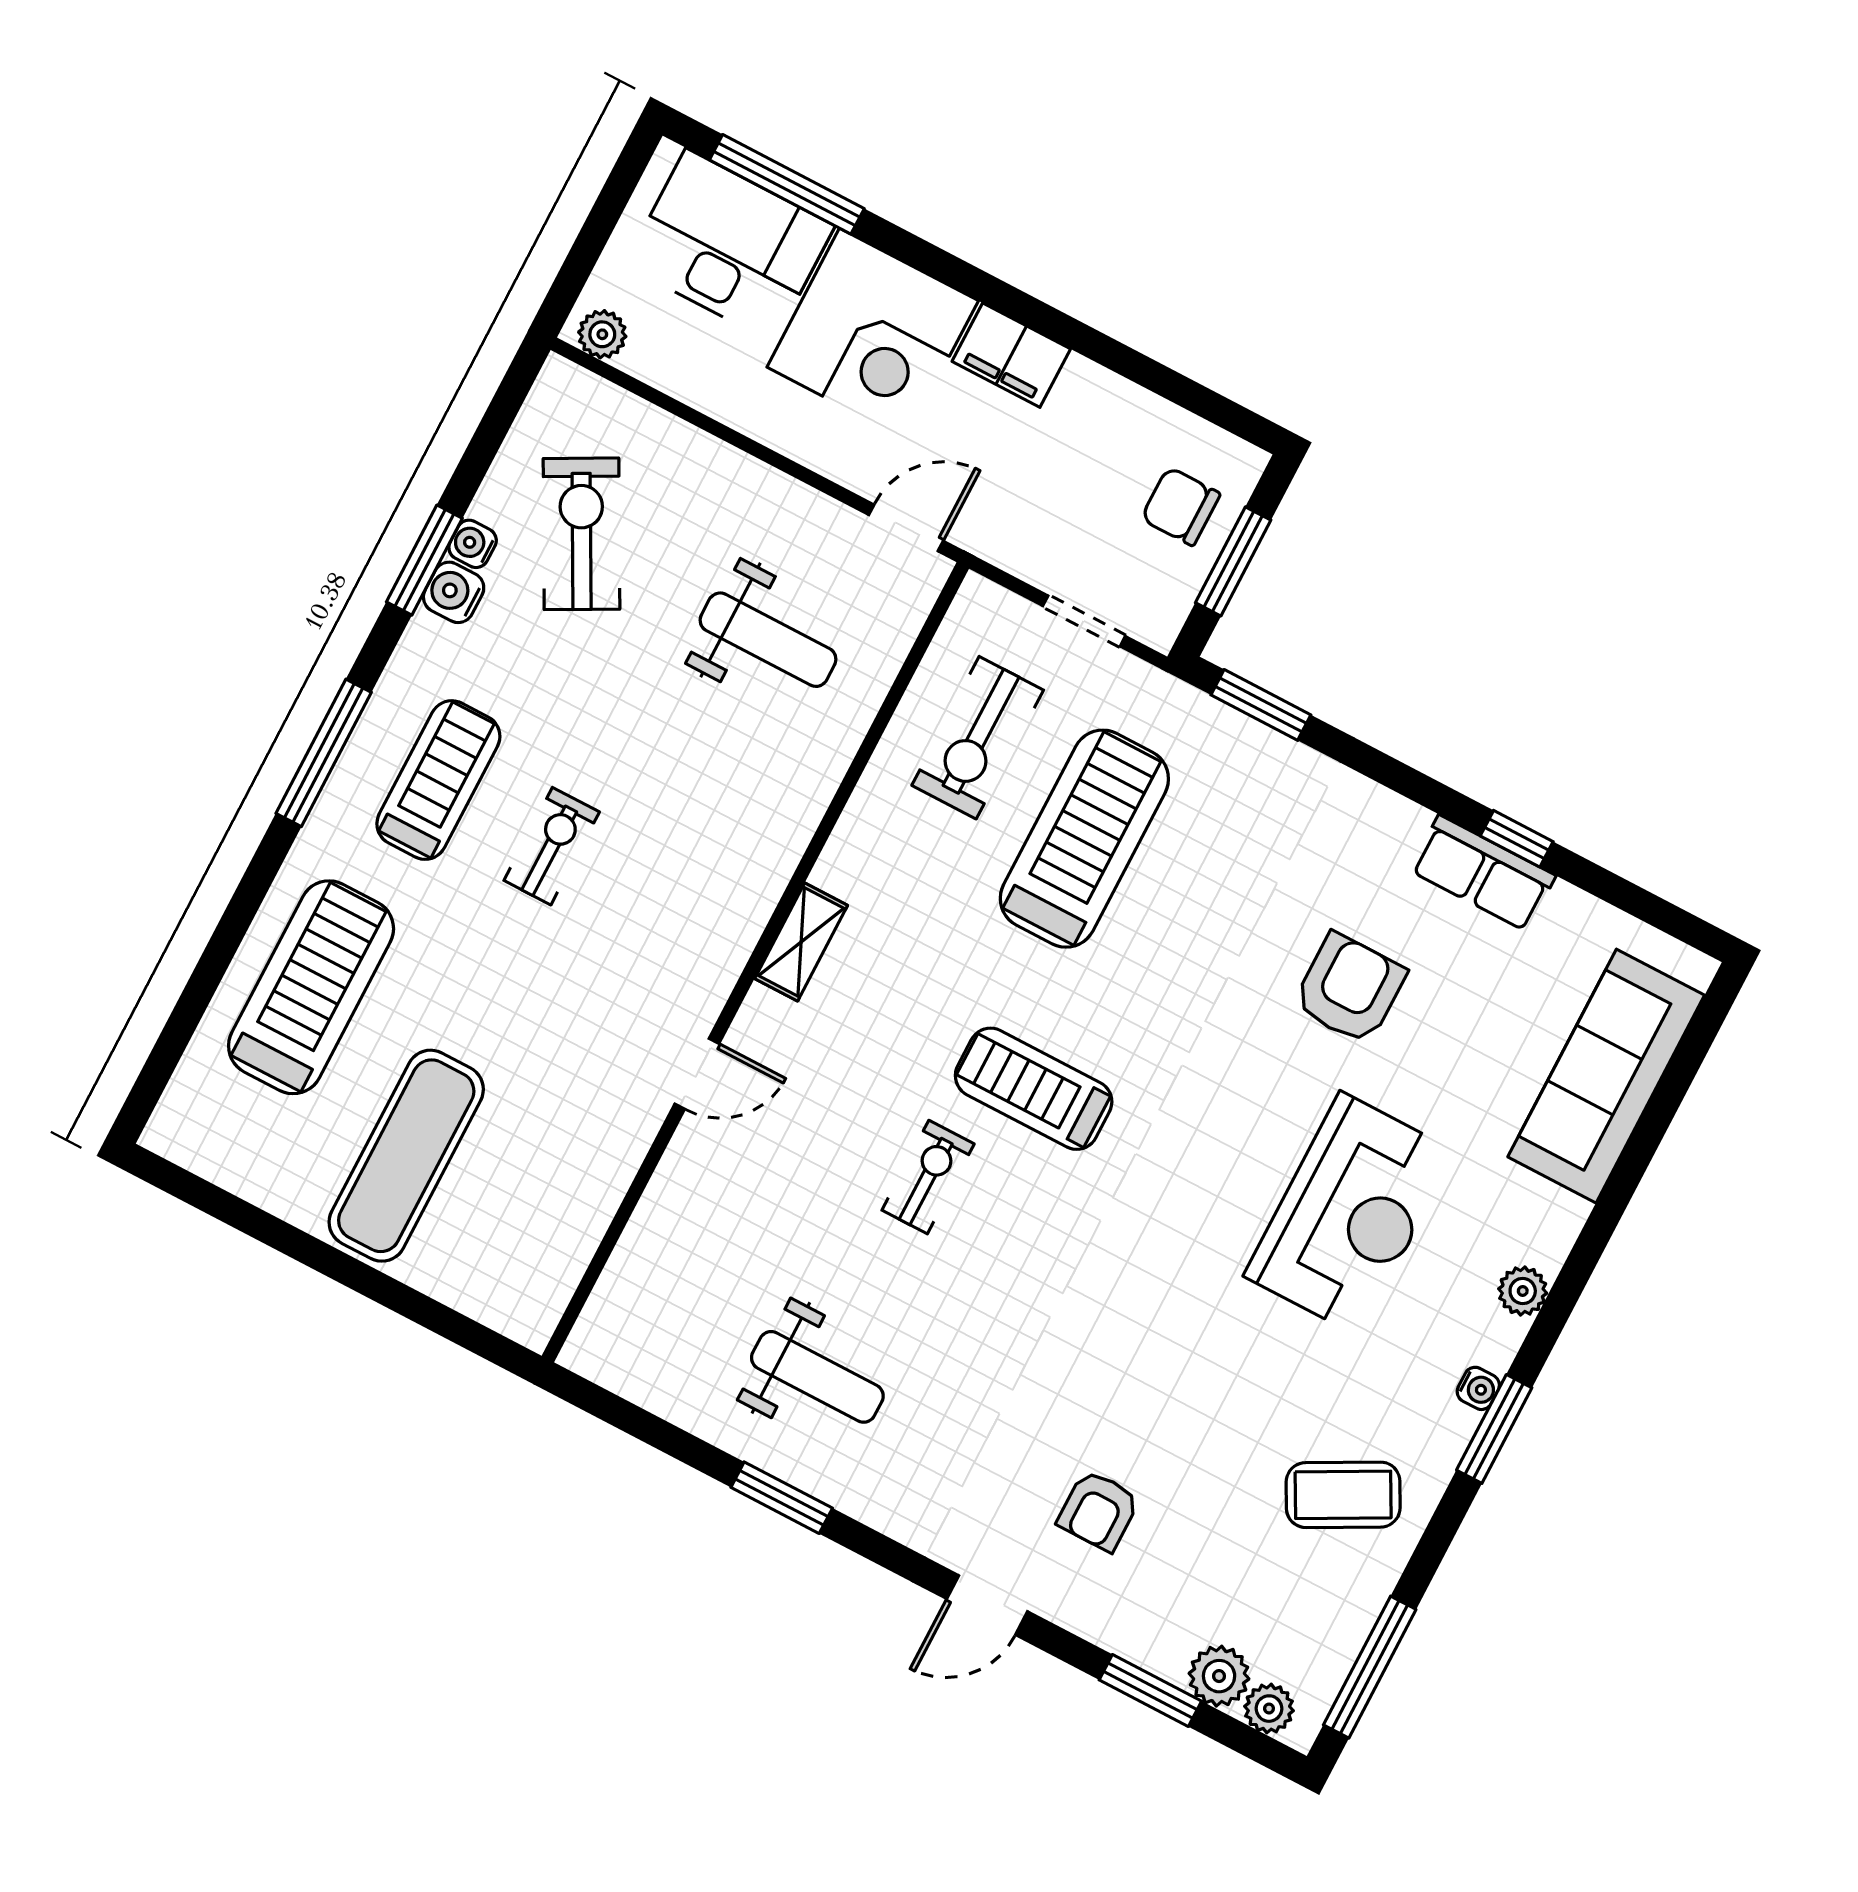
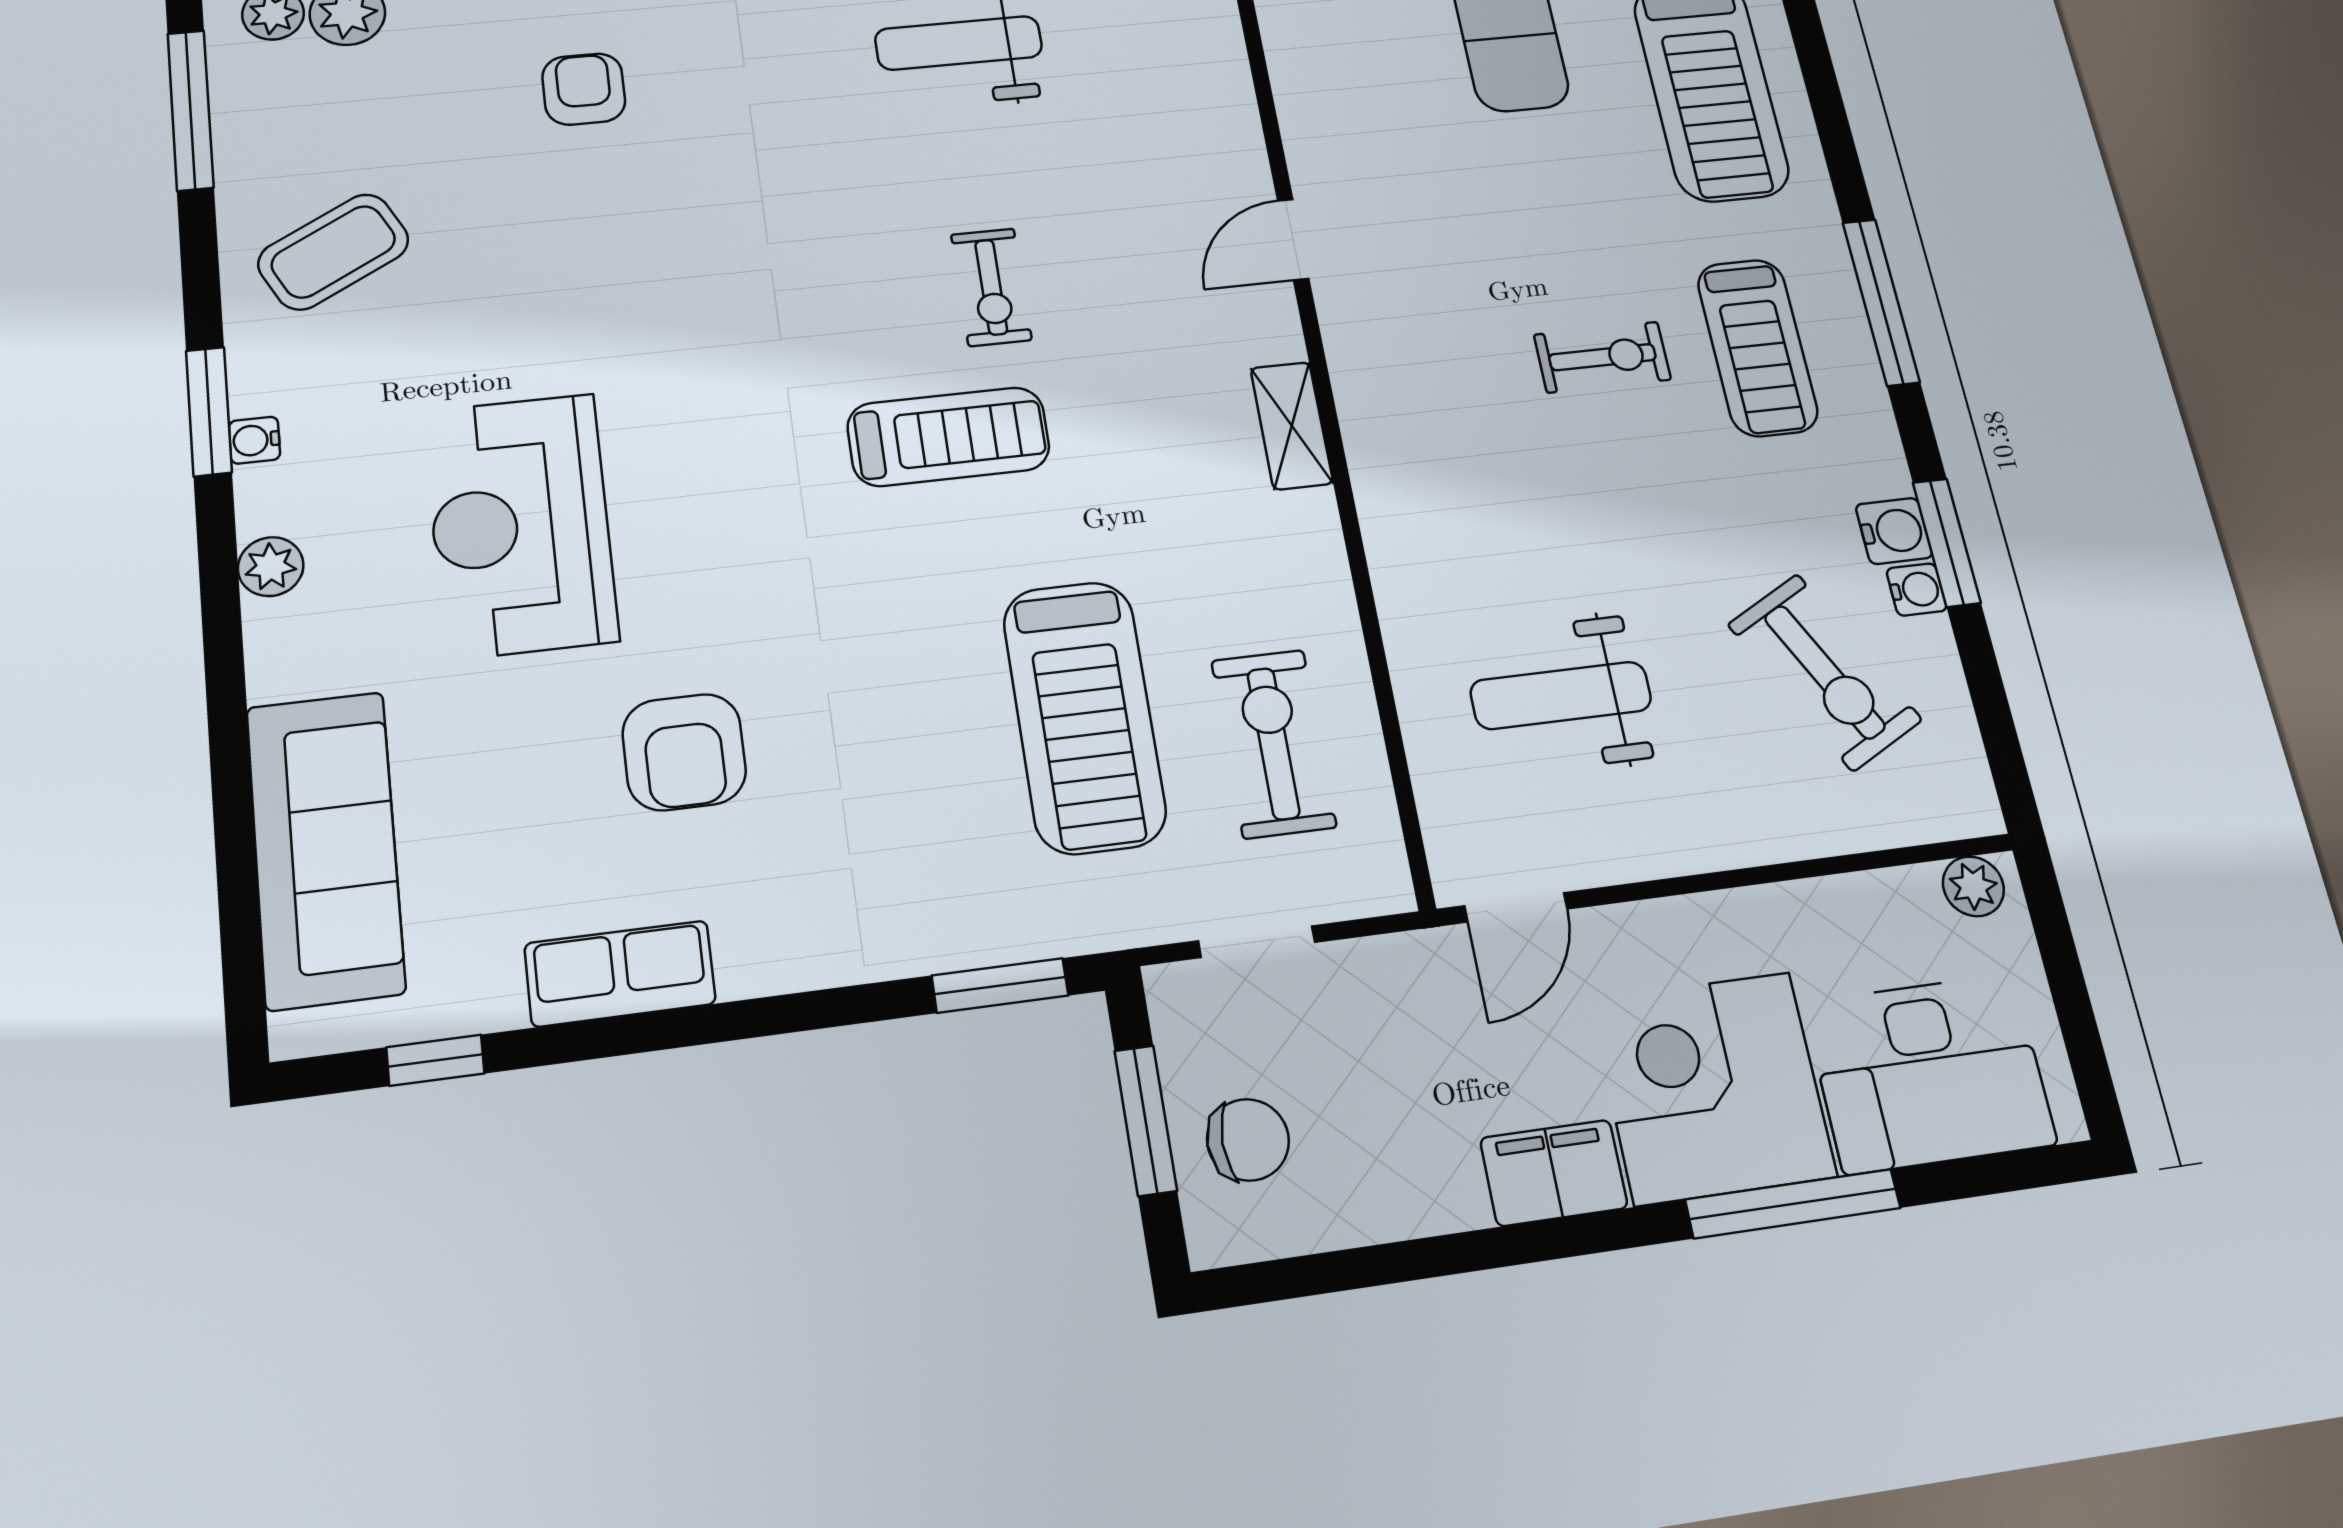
window: (787, 184) -> (1793, 1204), moved
window: (1517, 839) -> (435, 1060), moved
exercise bike: (552, 846) -> (1602, 357), turned -90

